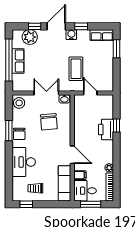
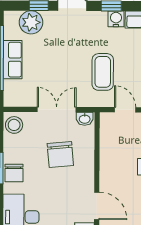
water cooler: (71, 35) -> (116, 19), moved

